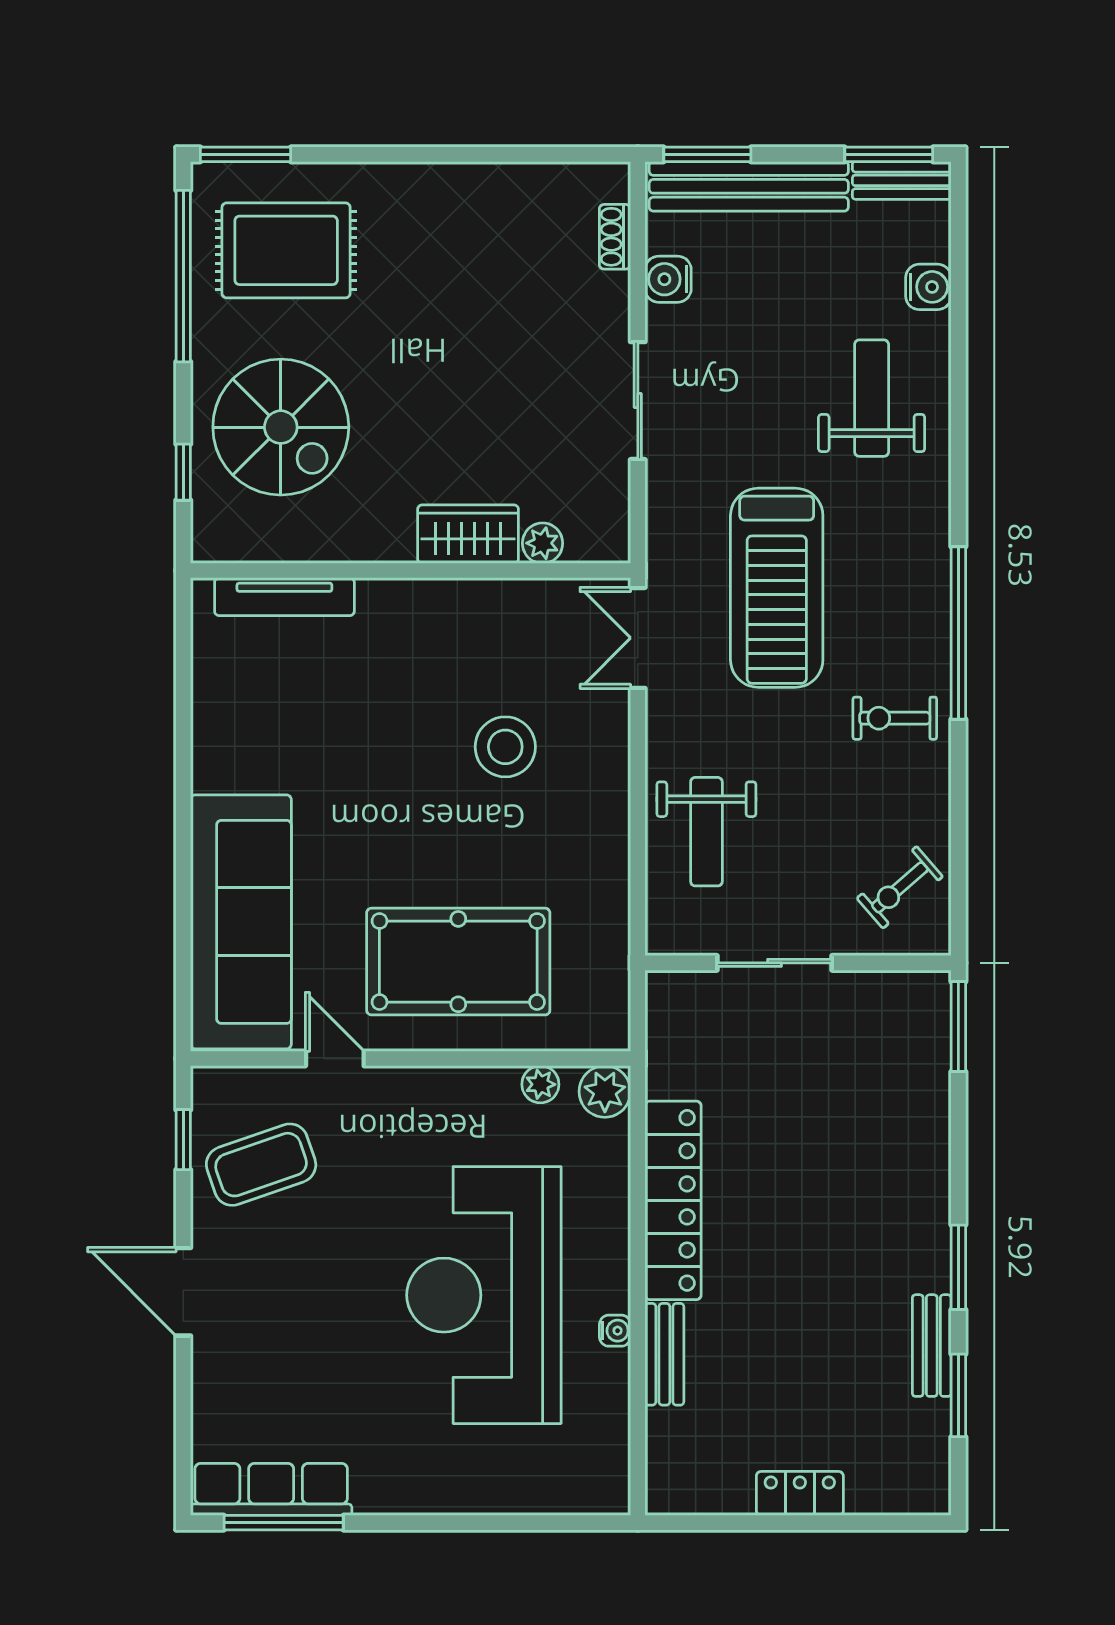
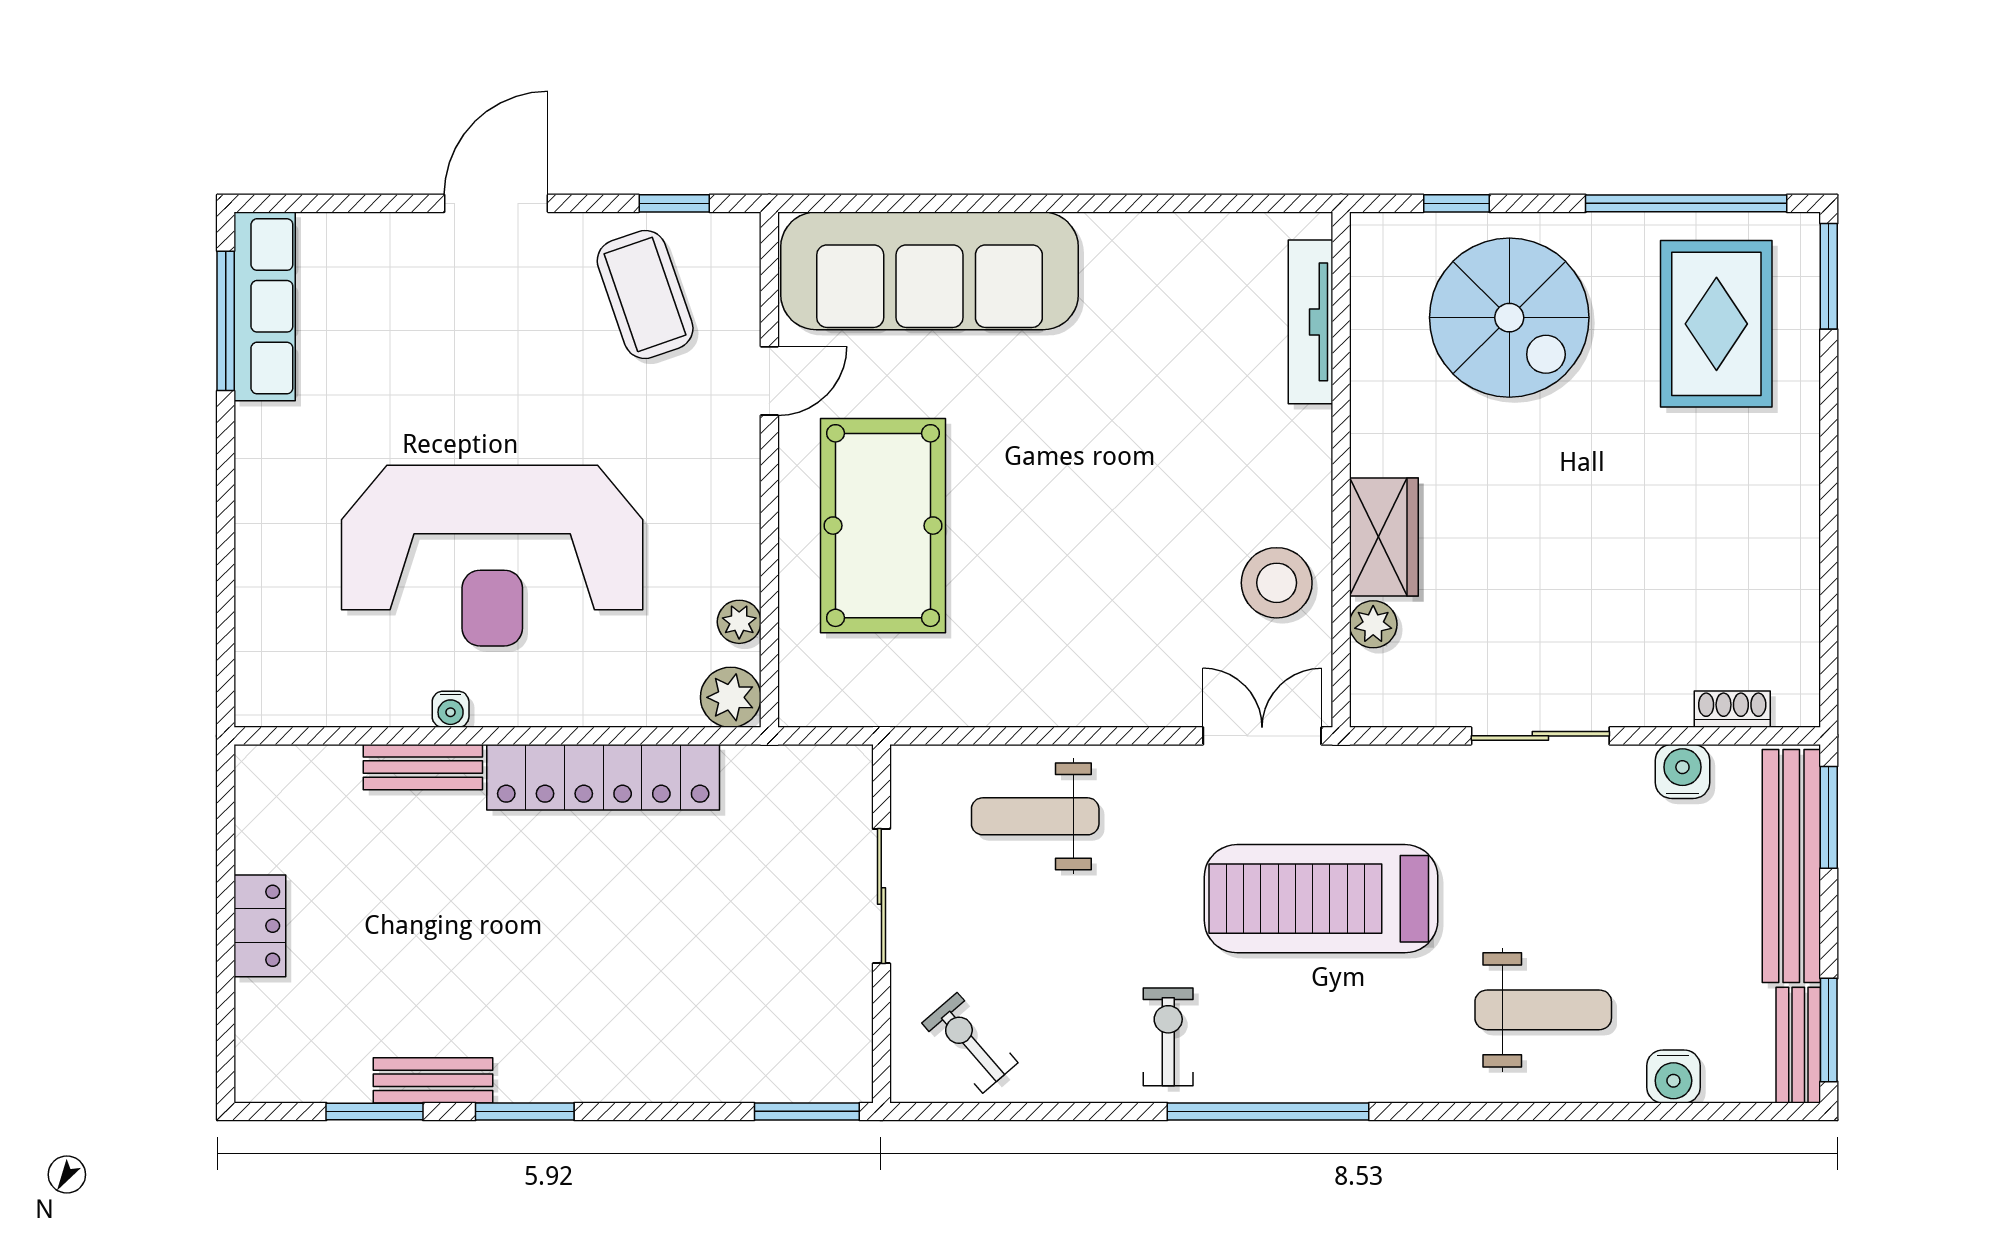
spiral stairs: (281, 427) -> (1509, 318), turned -90
stool: (505, 747) -> (1277, 583), moved
reception desk: (484, 1295) -> (492, 556), turned 180

